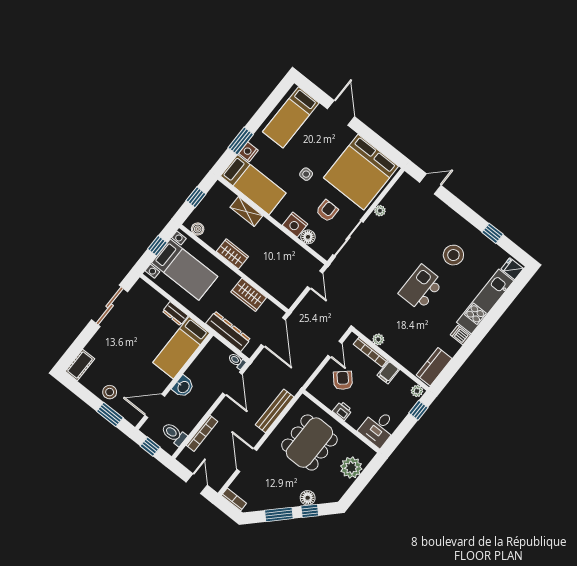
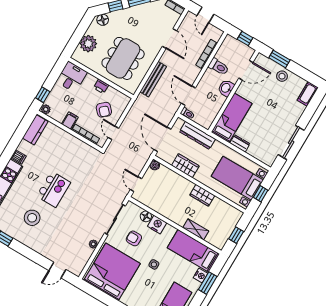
armchair: (327, 211) -> (134, 238), turned 90
boiler: (198, 229) -> (155, 165), moved
plant: (378, 339) -> (81, 145), removed
toilet: (174, 434) -> (219, 67), moved
floor lamp: (308, 498) -> (103, 20), moved

